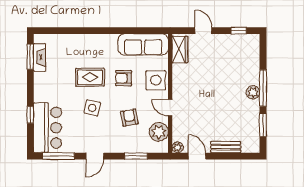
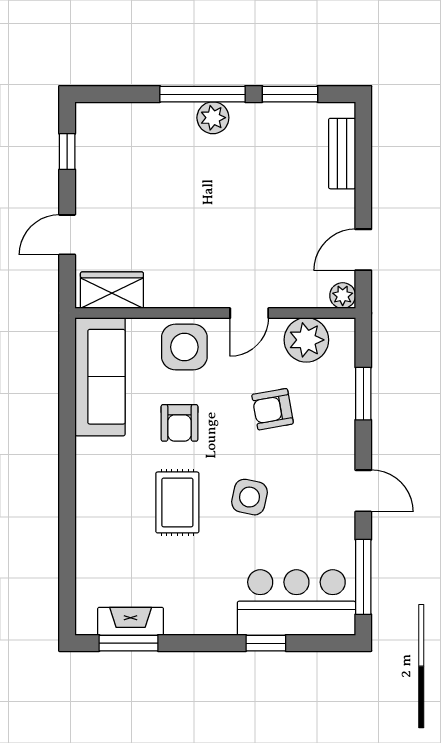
bench: (226, 147) -> (342, 154), moved

